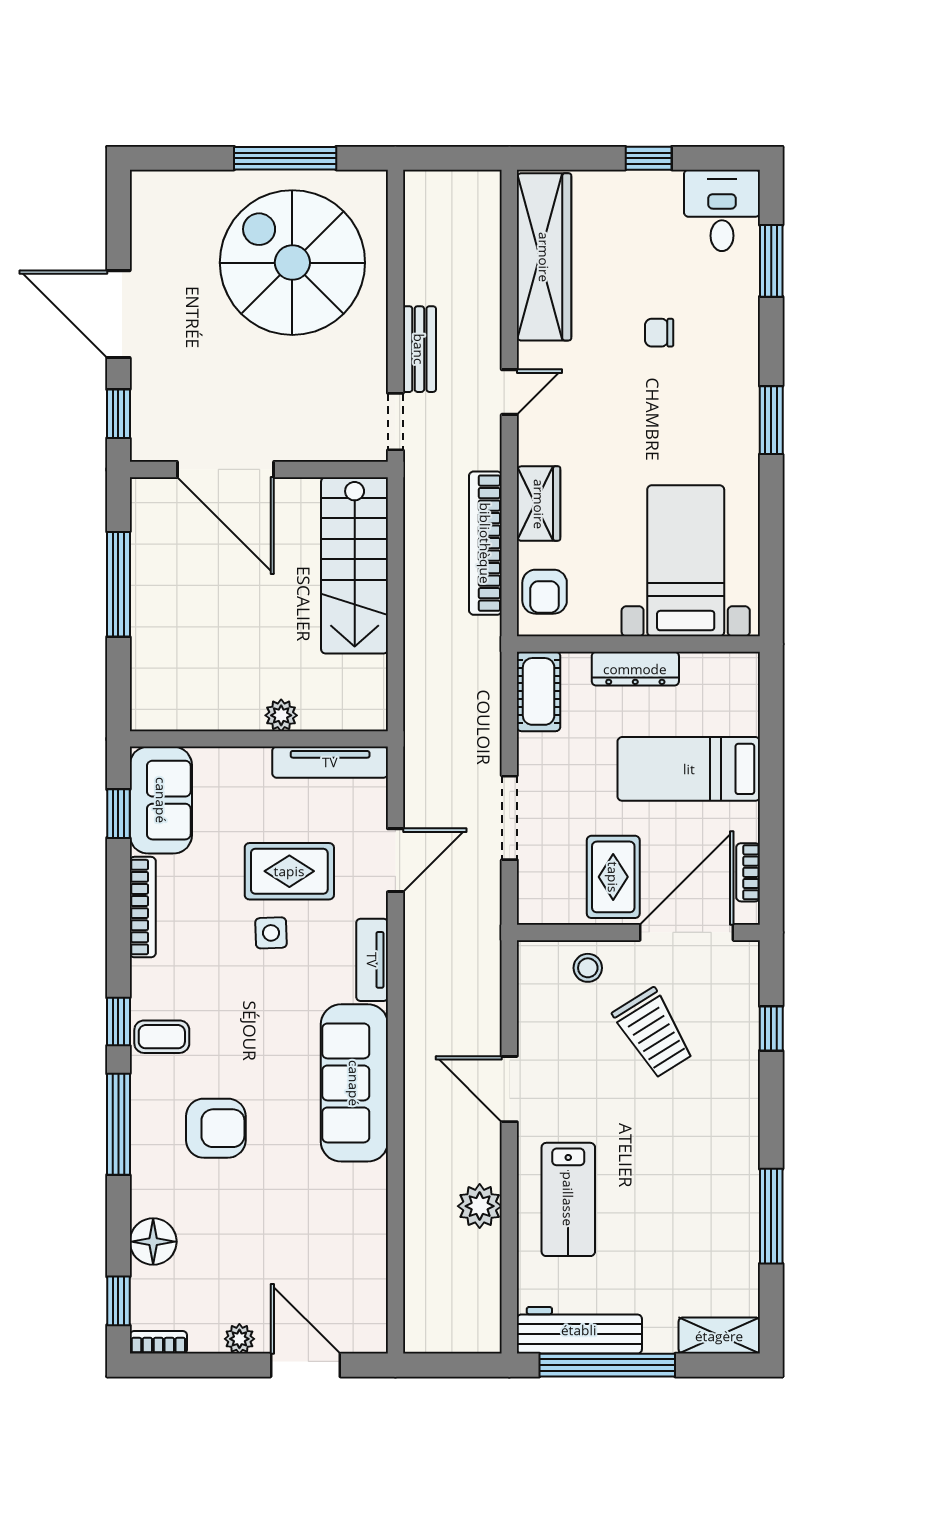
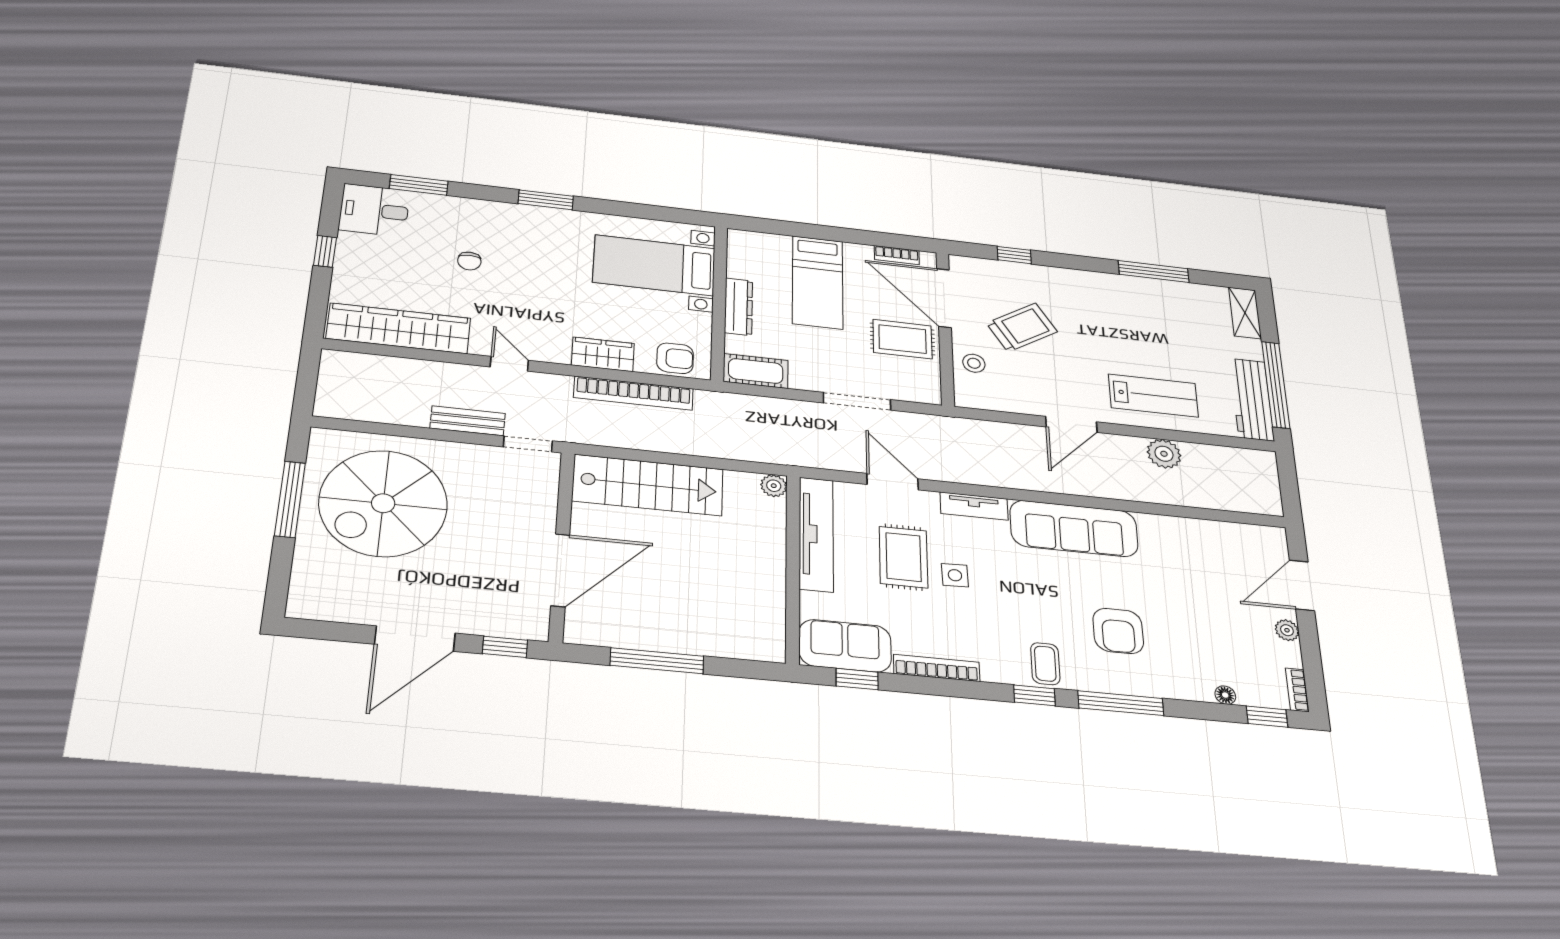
plant: (281, 715) -> (774, 486), moved
tv unit: (330, 762) -> (816, 534), width x1.36, depth x1.29
armchair: (216, 1128) -> (1118, 631), turned 180
floor lamp: (153, 1242) -> (1225, 695), width x0.53, depth x0.53

